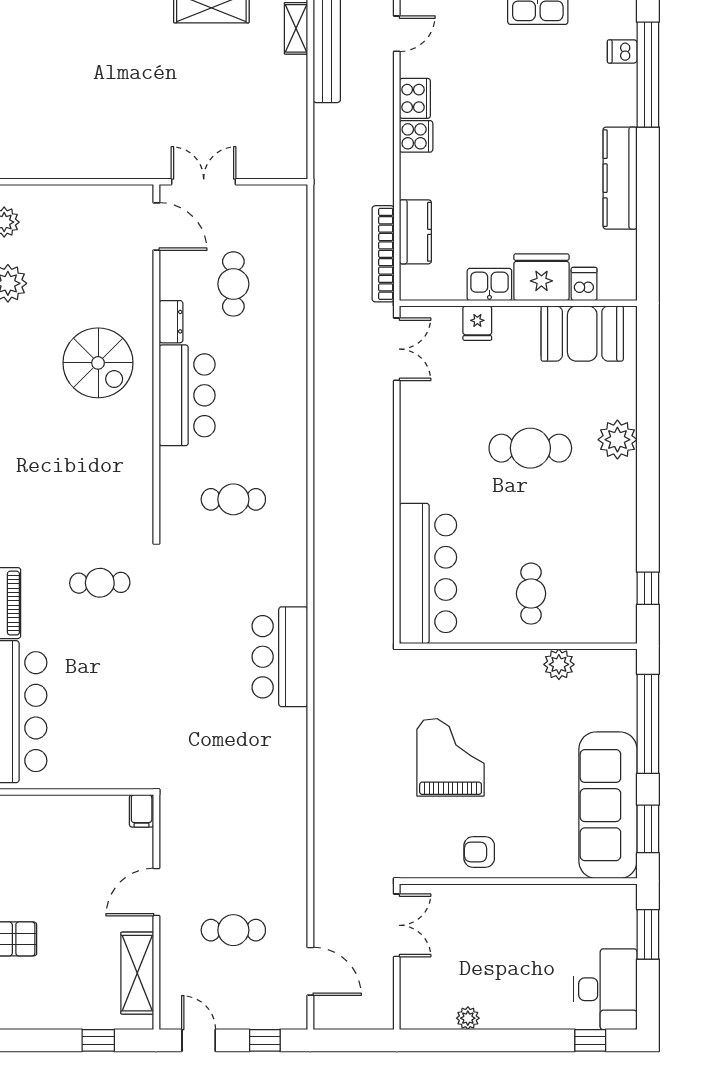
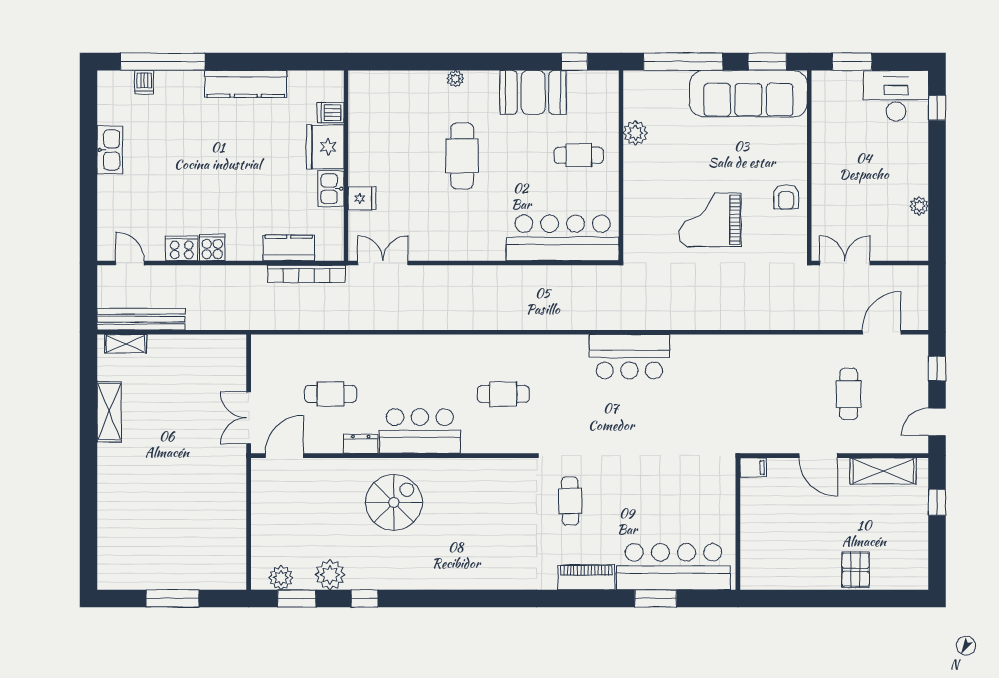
booth: (582, 334) -> (533, 92), moved, turned 90
plant: (617, 440) -> (455, 79), width x0.53, depth x0.53
cafe table: (233, 499) -> (503, 394), turned 90

